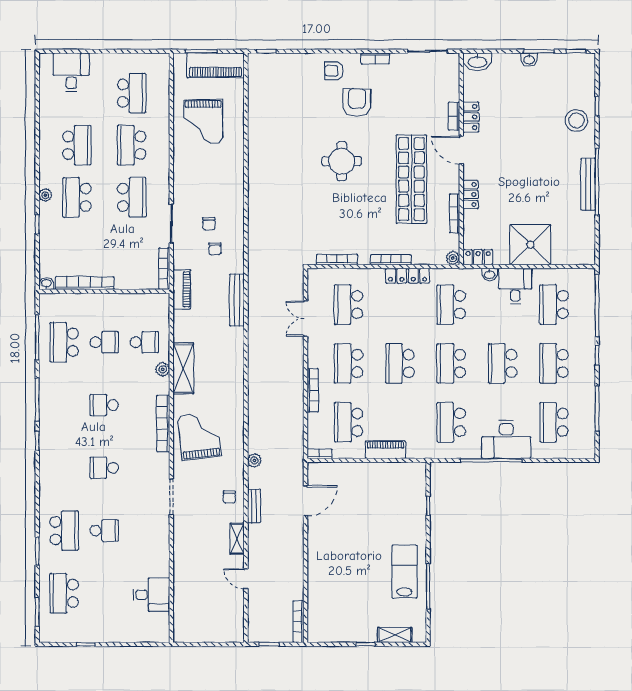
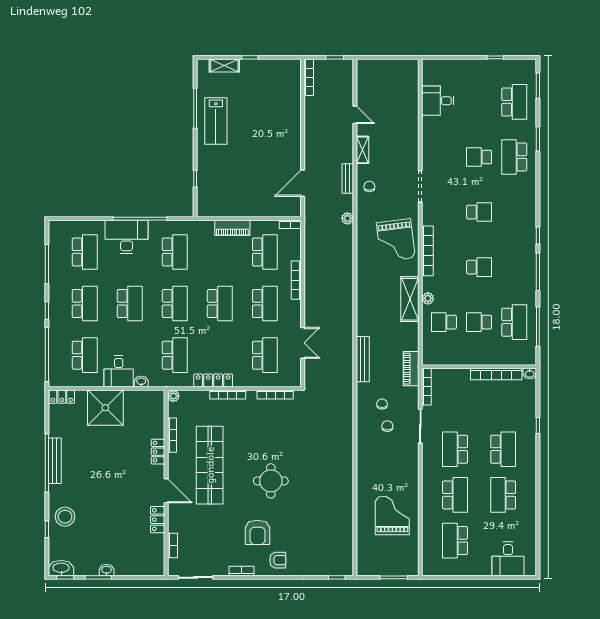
washbasin: (477, 62) -> (61, 568), moved
piano: (215, 65) -> (382, 565), removed
bookcase: (454, 116) -> (172, 546), moved
plant: (45, 195) -> (531, 451), removed
locker: (478, 257) -> (62, 397), moved

